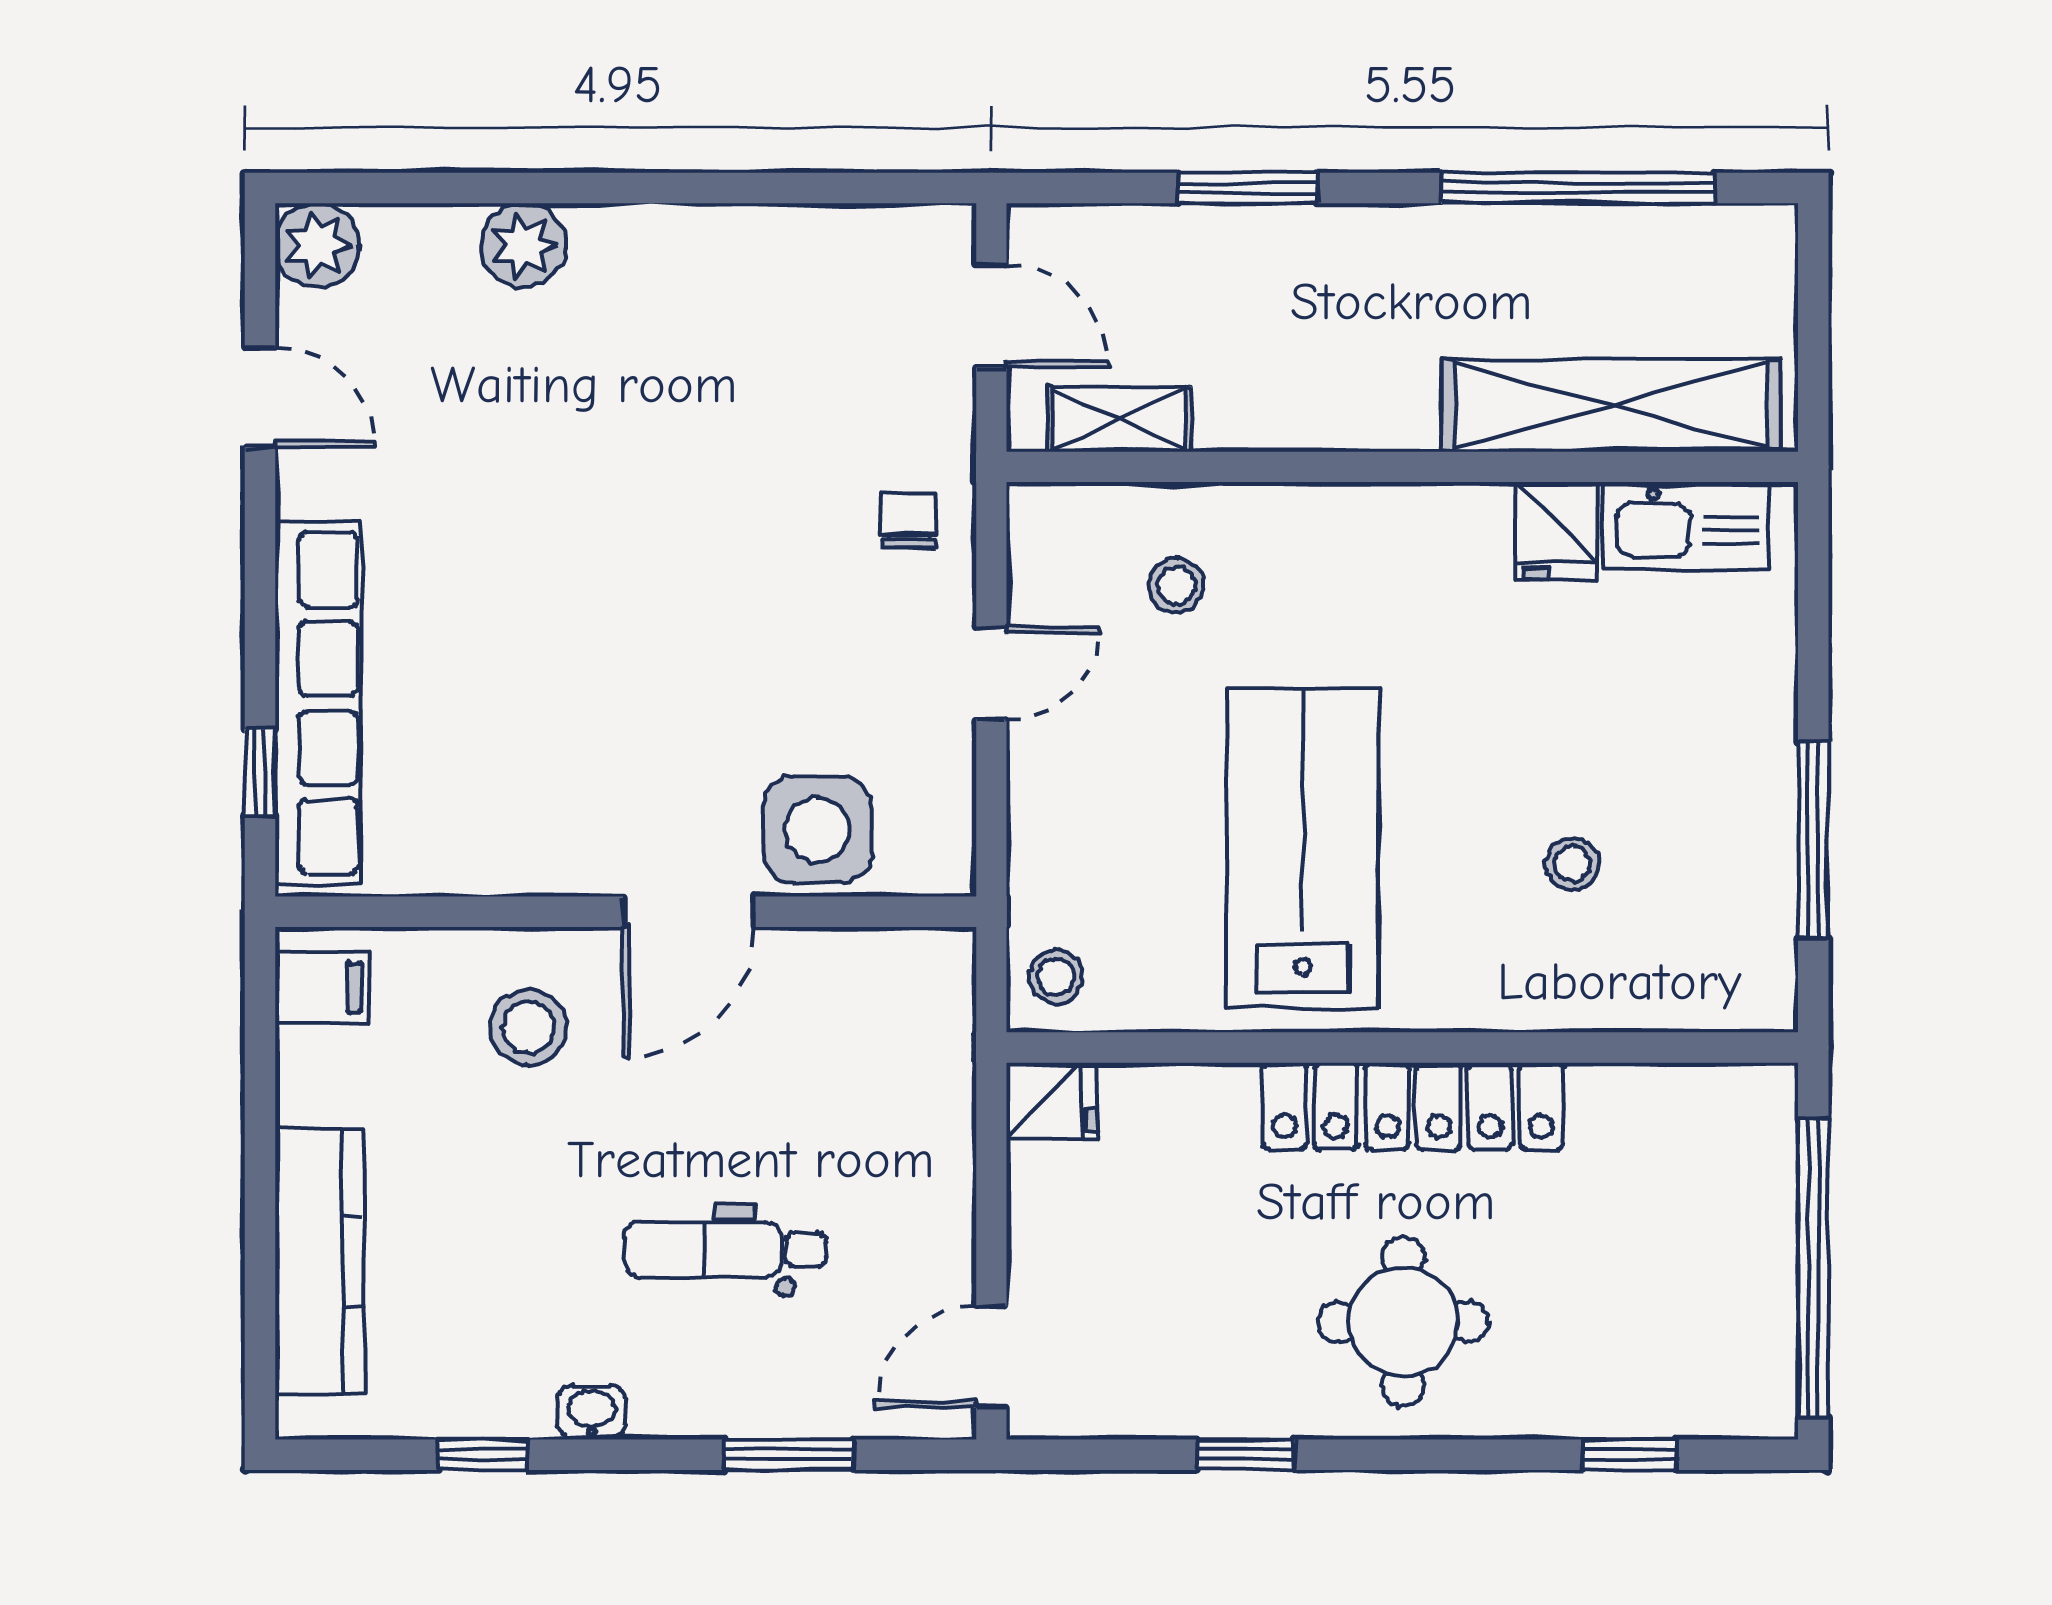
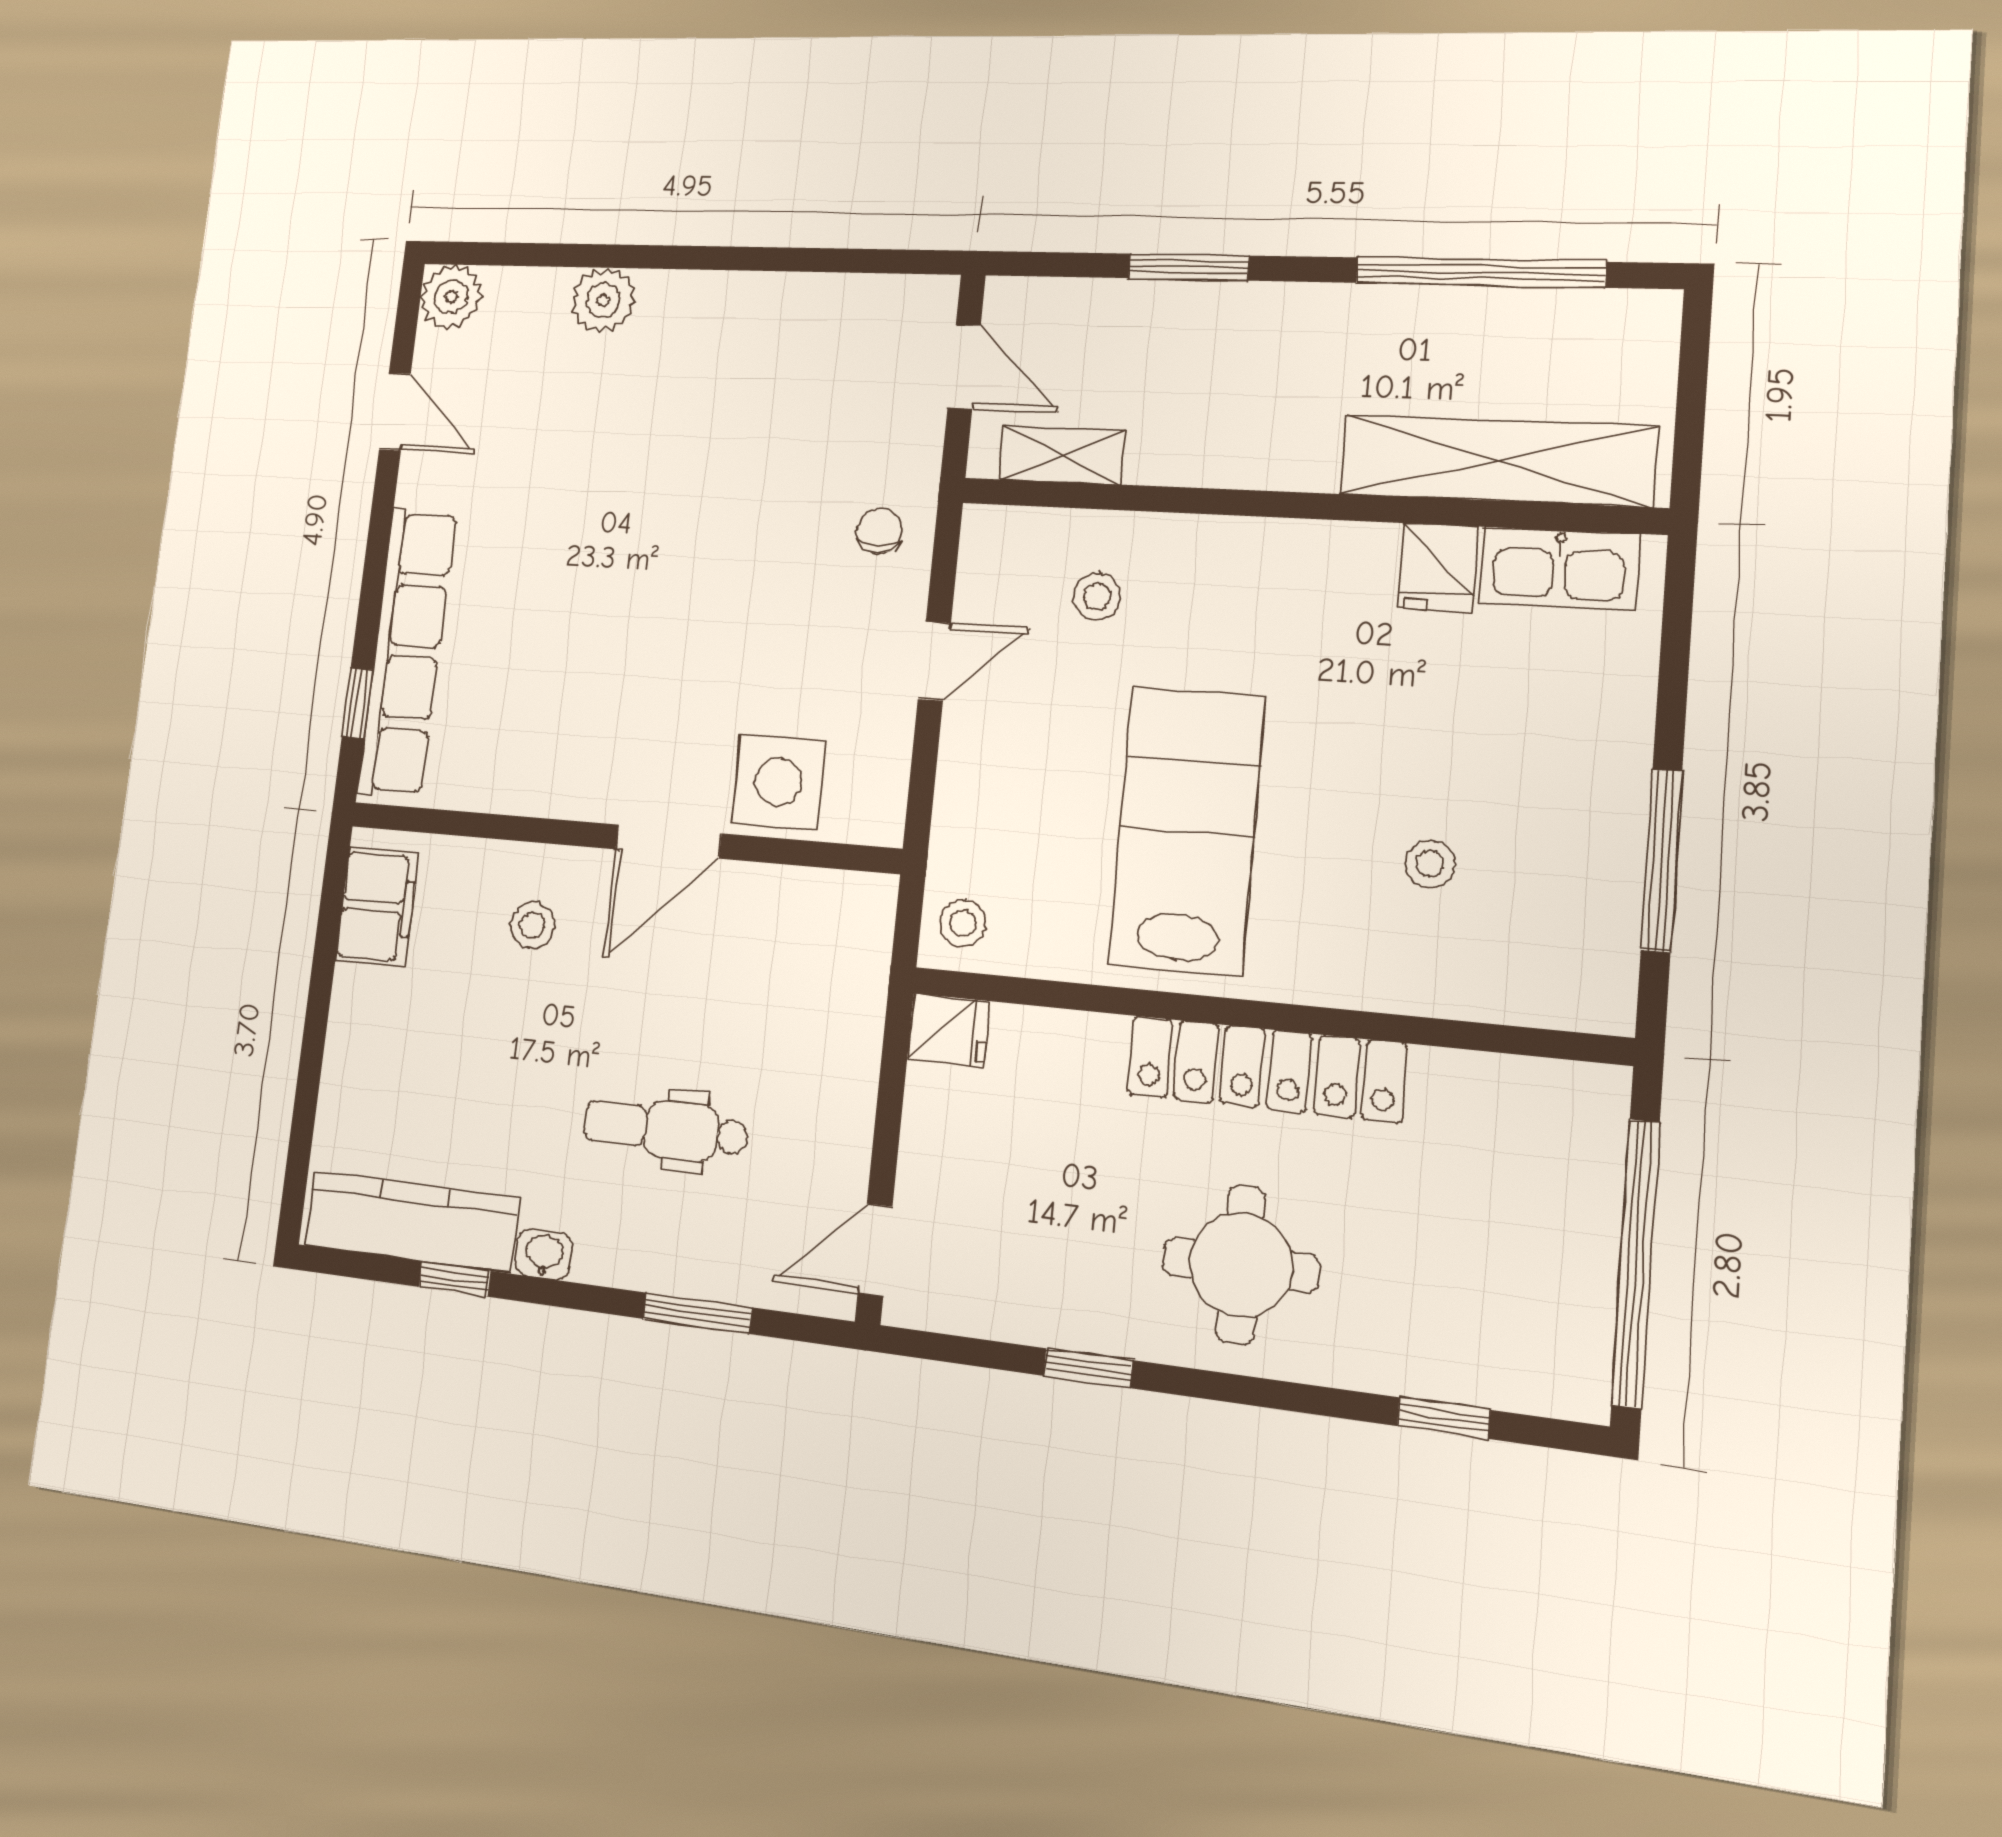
filing cabinet: (322, 987) -> (377, 906), width x2.00
stool: (528, 1027) -> (533, 925), width x0.73, depth x0.73
kitchen counter: (320, 1261) -> (411, 1222), moved, turned -90

